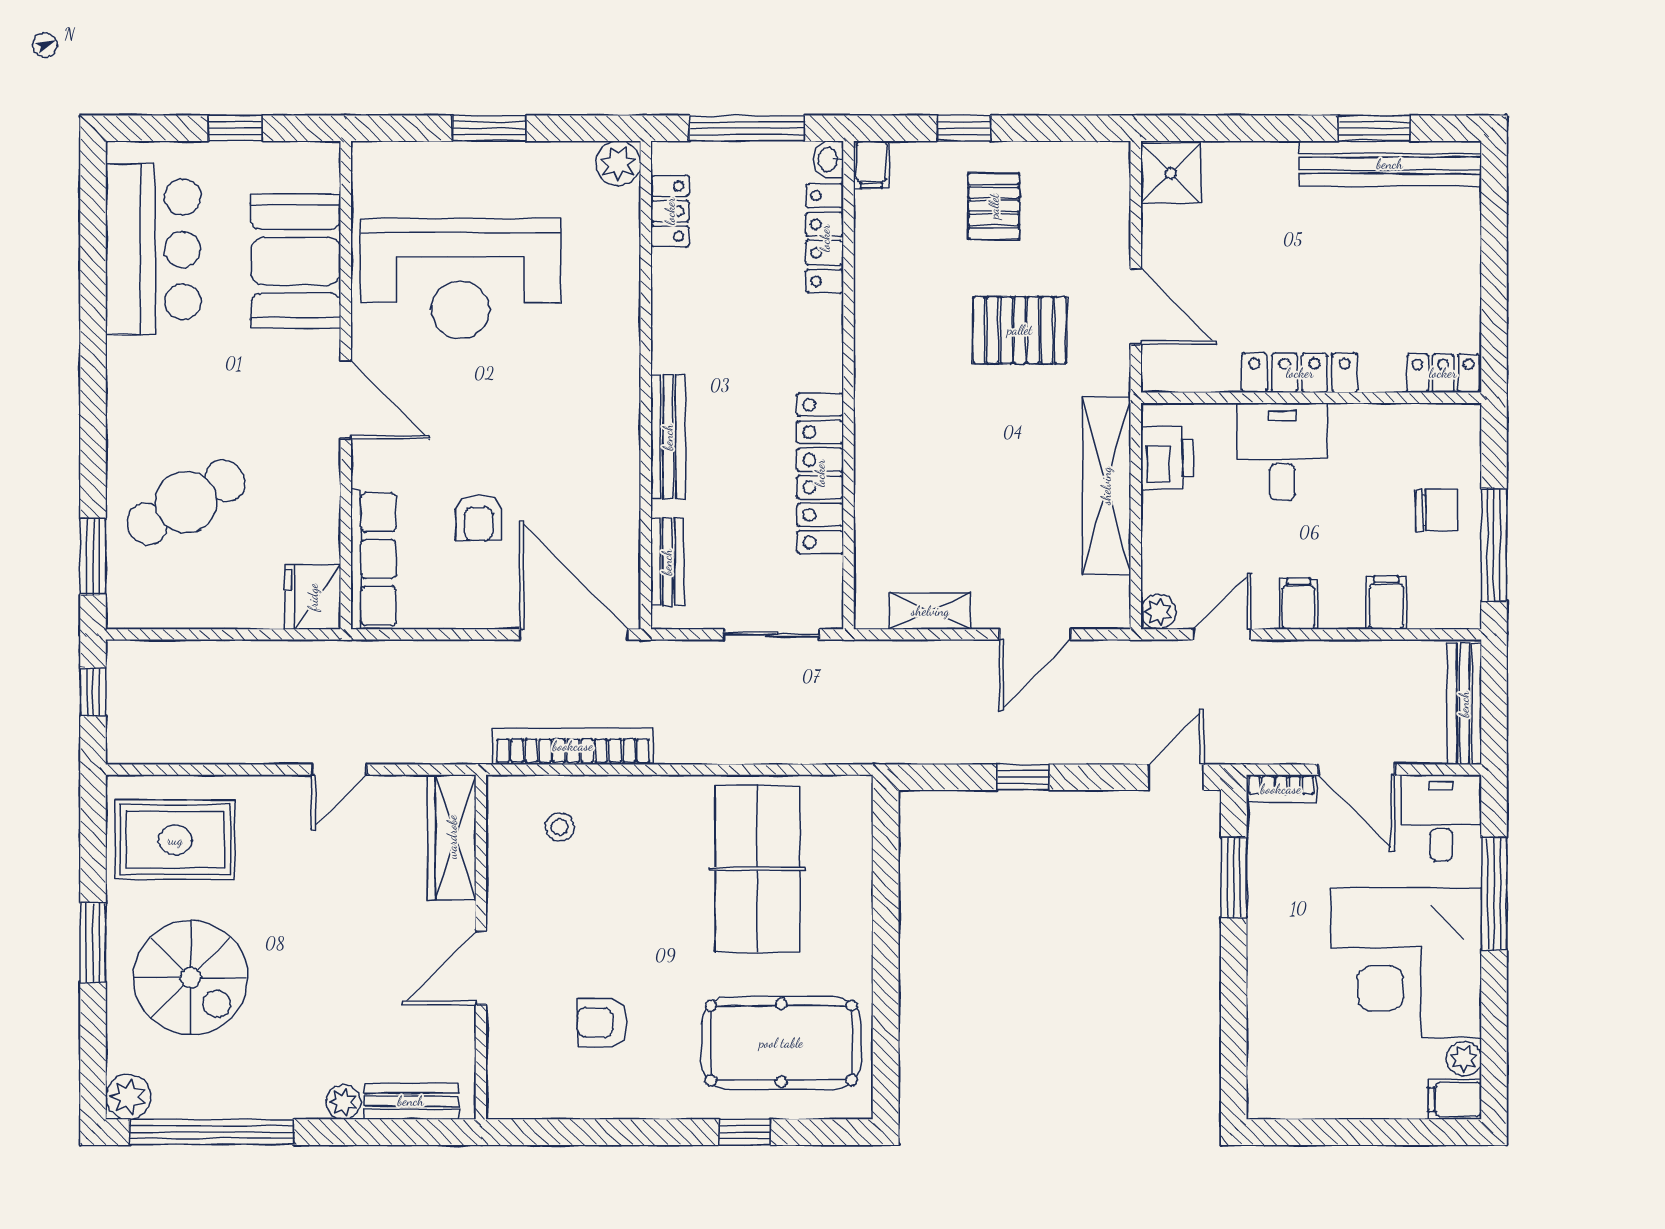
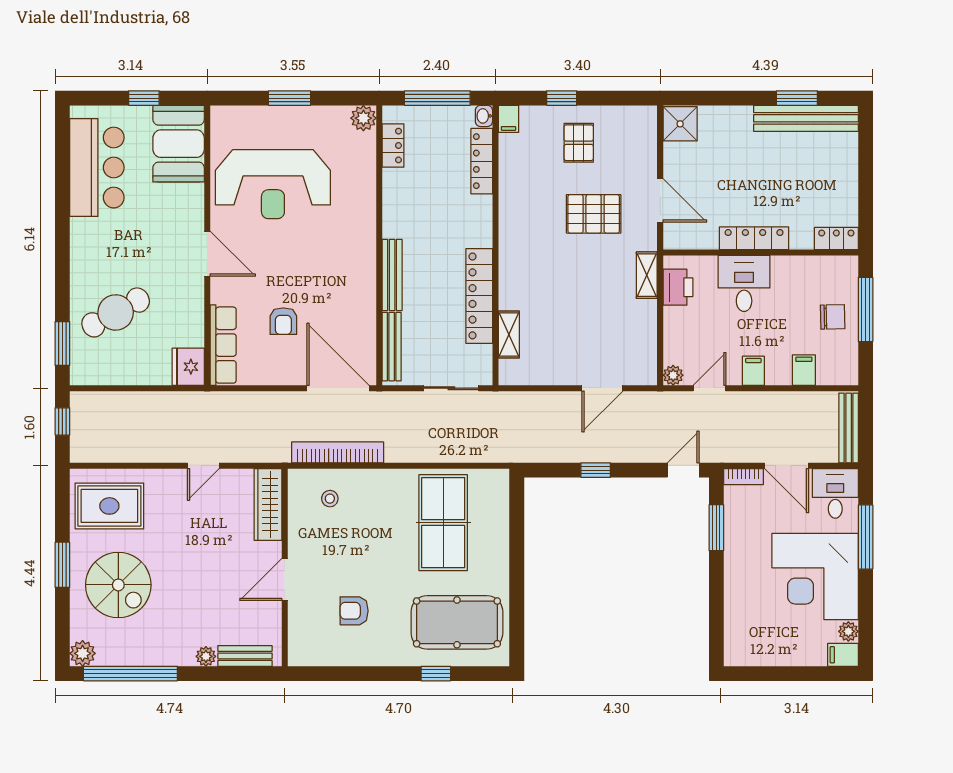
booth: (296, 261) -> (179, 144), moved
shelving: (1106, 486) -> (647, 275), width x0.45, depth x0.75
window: (1494, 545) -> (866, 309), moved
bench: (667, 562) -> (392, 347), width x1.36
shelving: (930, 611) -> (509, 334), moved, turned 90

